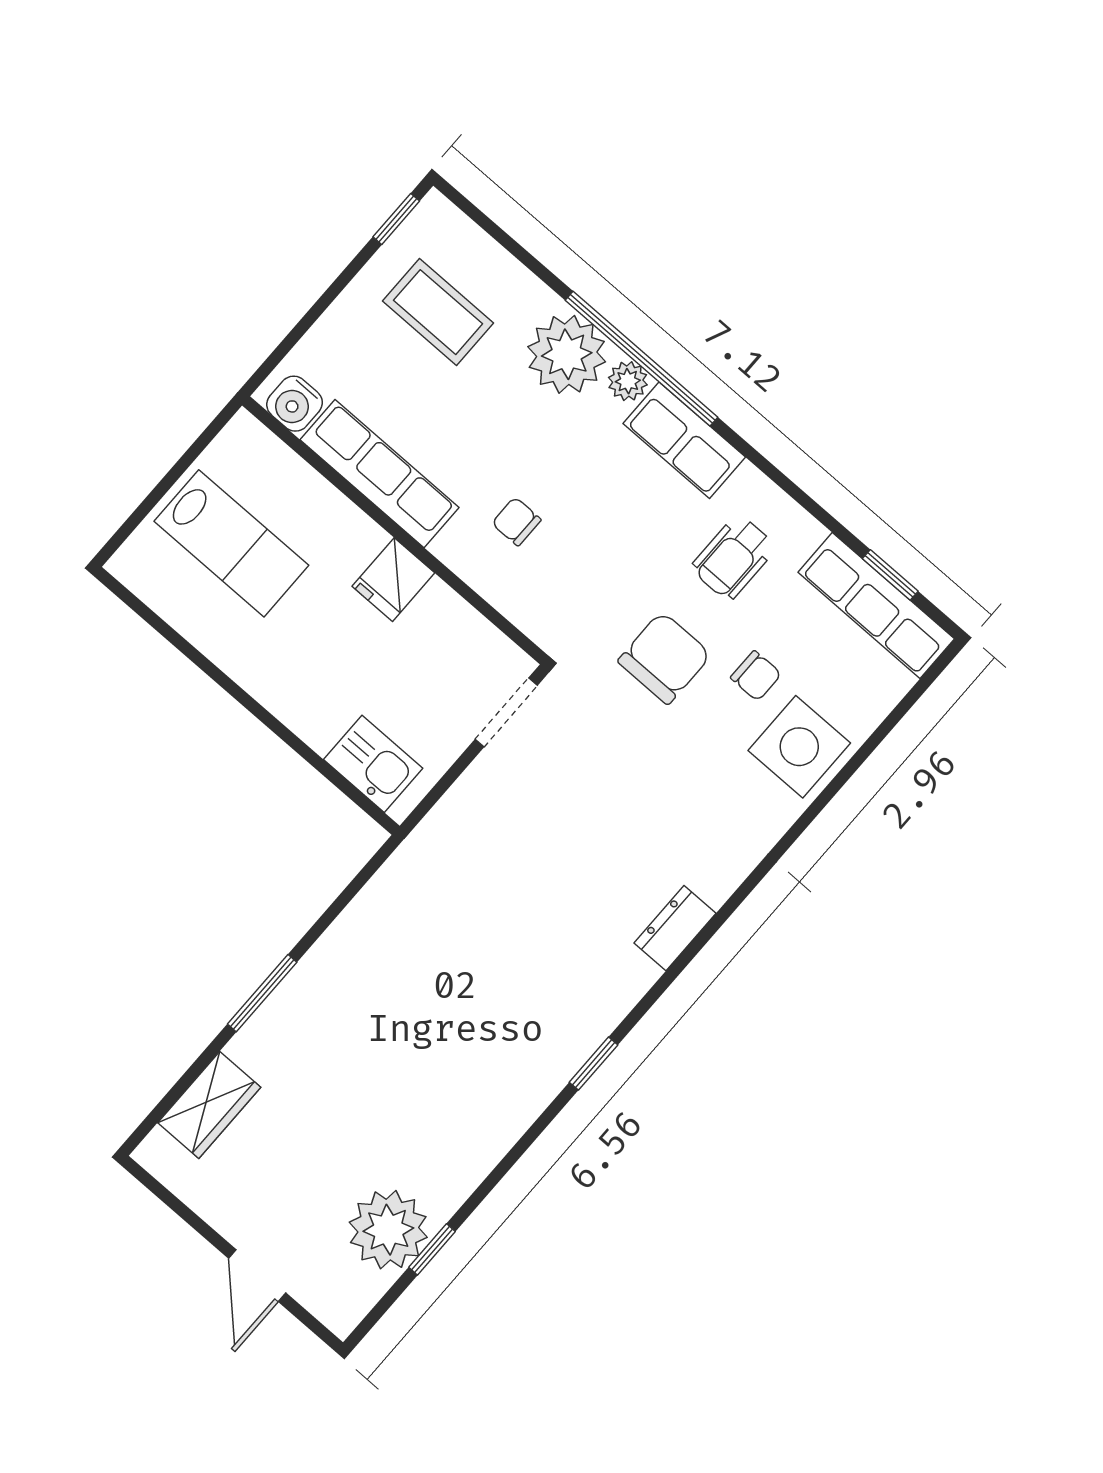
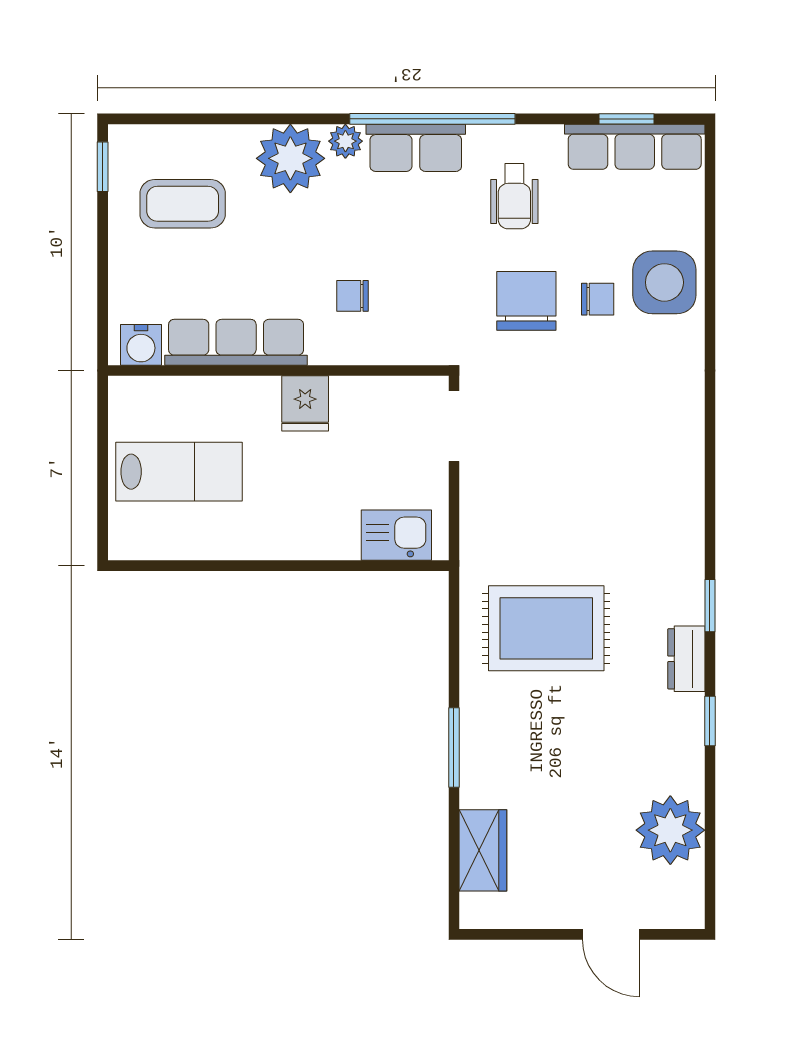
window: (641, 359) -> (432, 119), moved
chair: (756, 676) -> (598, 299), moved
dresser: (675, 928) -> (686, 659), moved
rug: (433, 959) -> (546, 628), added
window: (432, 1249) -> (710, 721), moved

